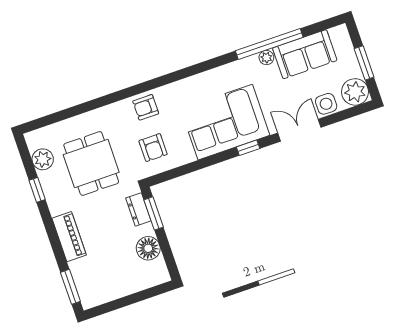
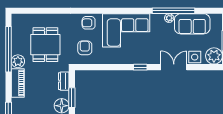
corner sofa: (225, 122) -> (126, 30), moved, turned 180
armchair: (153, 148) -> (85, 48), turned 180
plant: (43, 159) -> (18, 61), moved
window: (37, 190) -> (8, 49), width x3.17
window: (154, 213) -> (72, 98), moved

